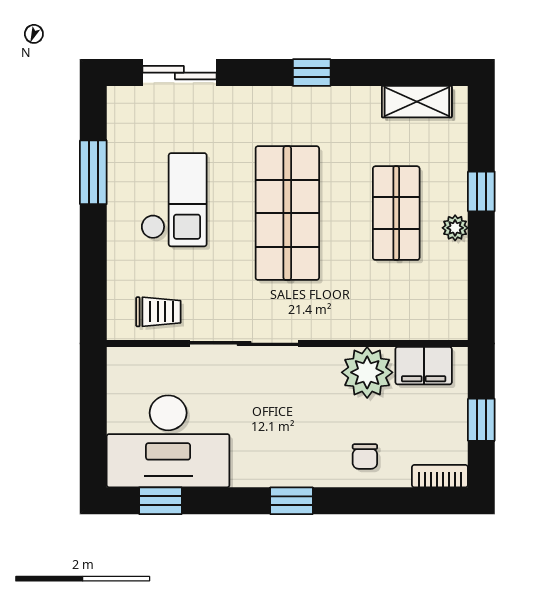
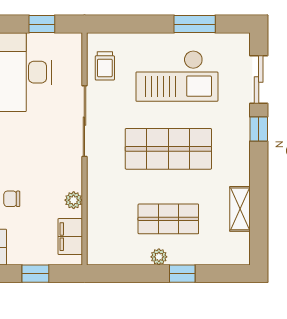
window: (312, 73) -> (259, 129), moved
shelving: (417, 102) -> (240, 209), moved
checkout: (174, 200) -> (177, 76), width x1.36, depth x1.21
plant: (367, 372) -> (74, 200), width x0.53, depth x0.53
window: (93, 410) -> (42, 24), added

